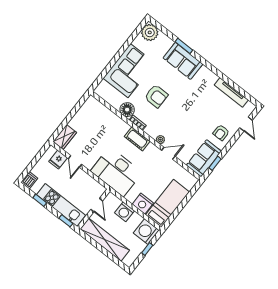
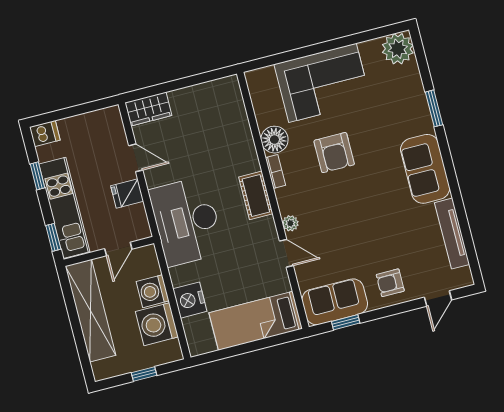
sofa: (183, 61) -> (425, 169), moved
fridge: (58, 160) -> (127, 194), moved
door: (75, 161) -> (136, 158), swing flipped
bed: (167, 203) -> (256, 321), moved, turned 180
washing machine: (146, 232) -> (157, 324), moved, turned -90

